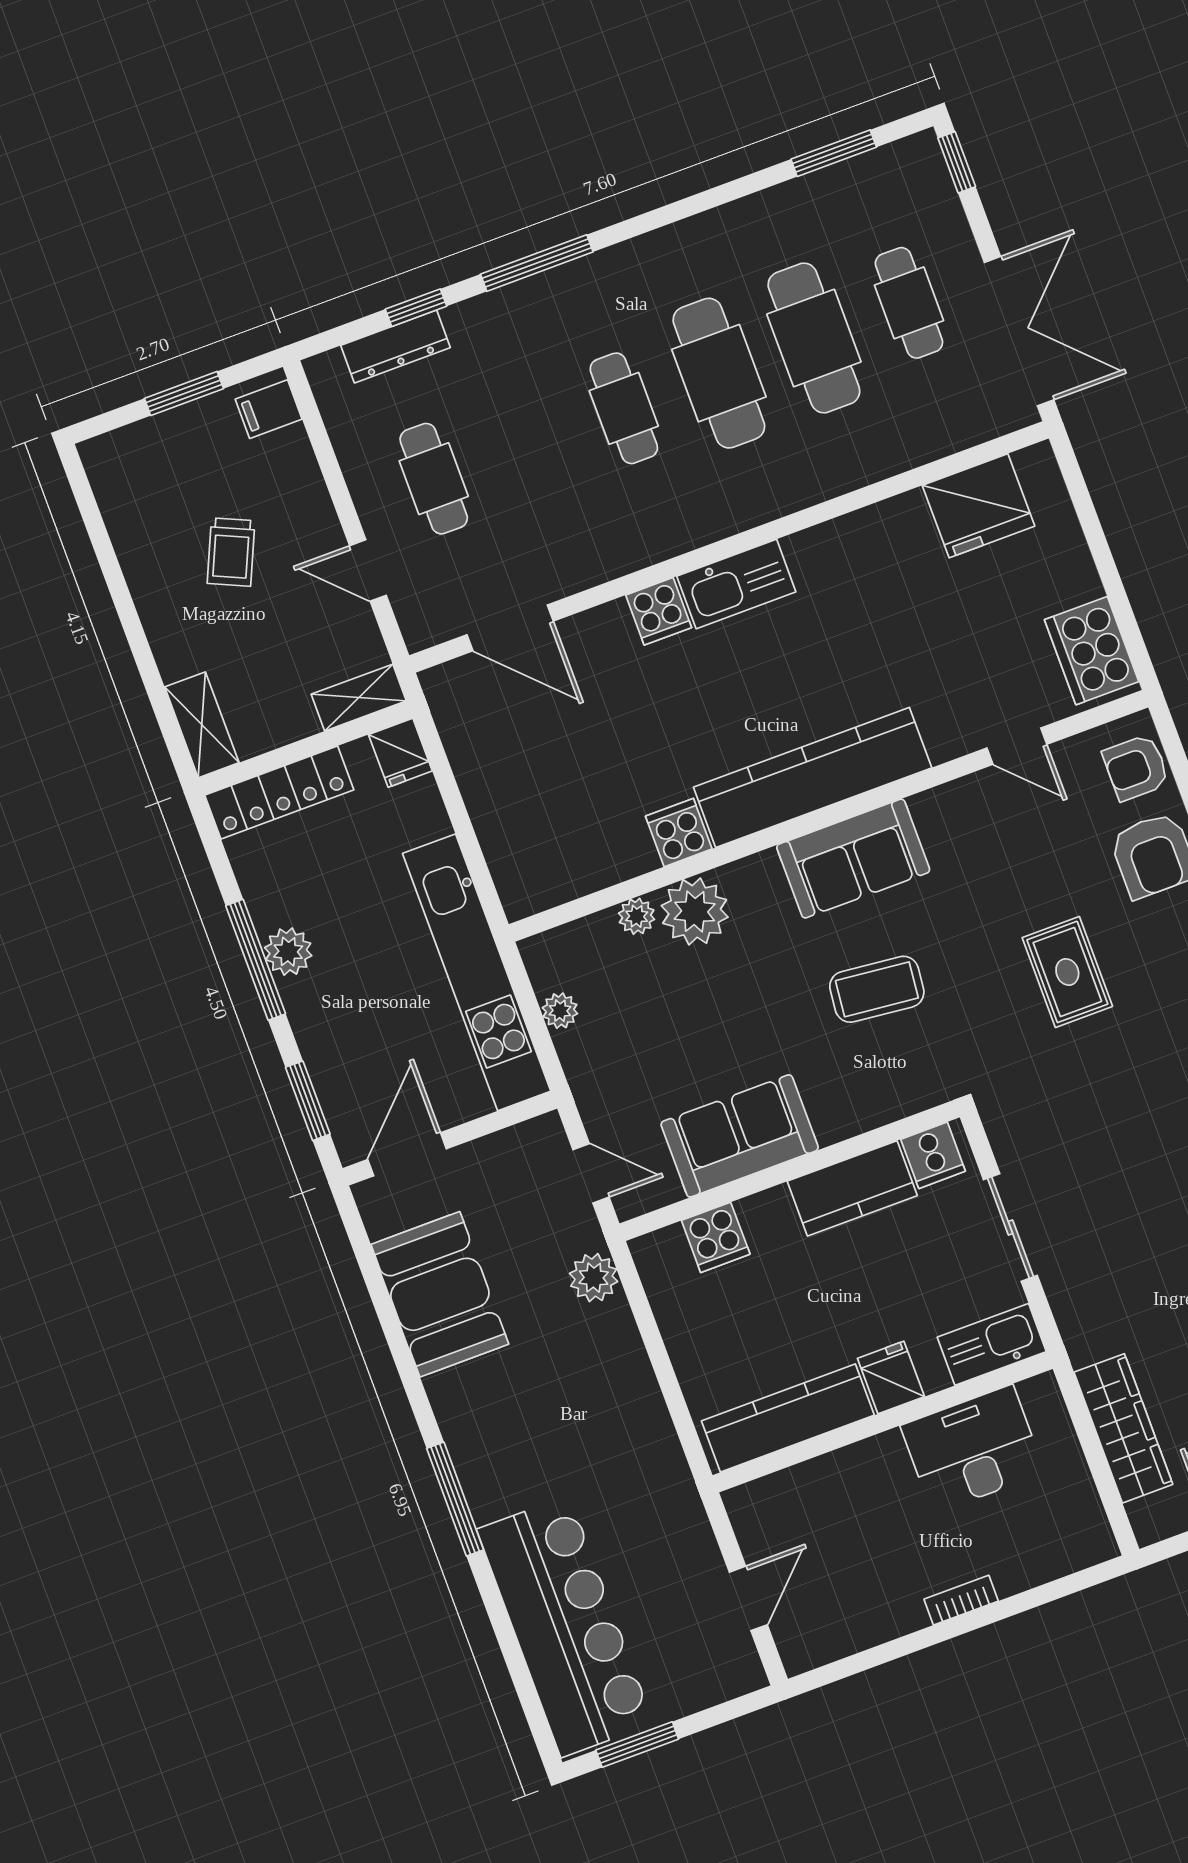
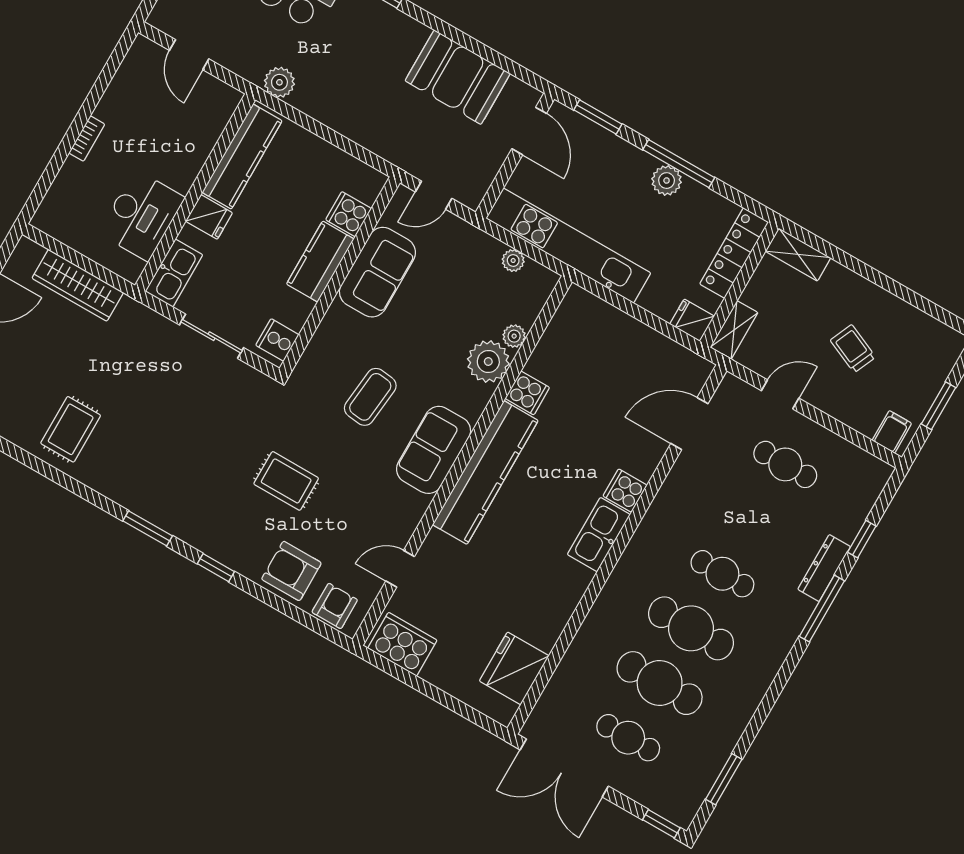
dresser: (396, 346) -> (824, 568), moved
kitchen counter: (852, 1188) -> (320, 262), moved
plant: (594, 1278) -> (279, 82), moved

